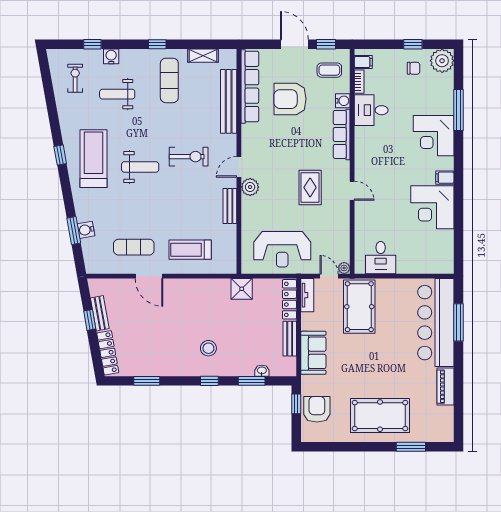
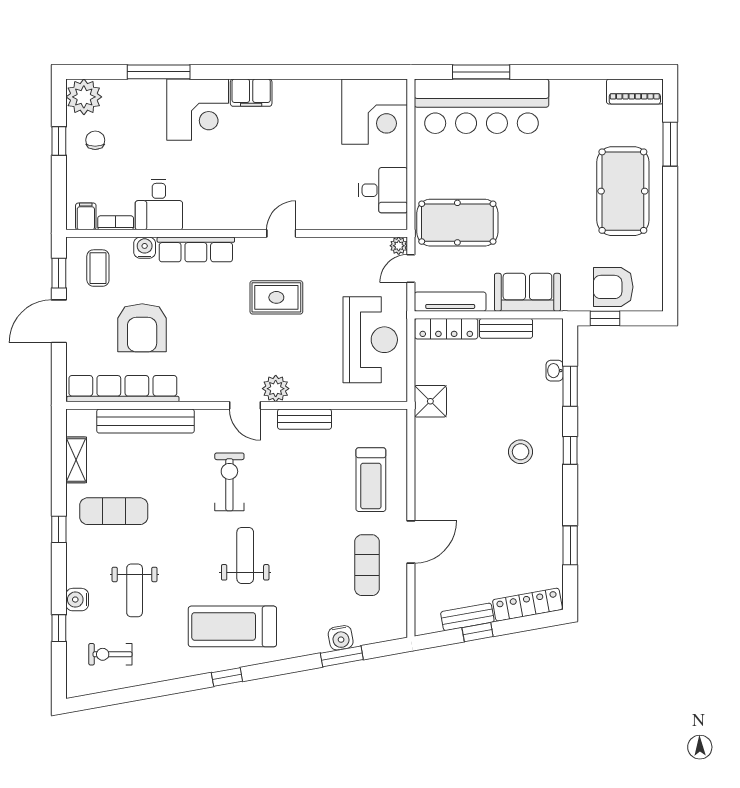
filing cabinet: (445, 178) -> (251, 93), width x2.00
corner desk: (432, 207) -> (375, 112), moved
tv unit: (307, 295) -> (450, 302), width x1.41
piano: (446, 387) -> (635, 92), moved

